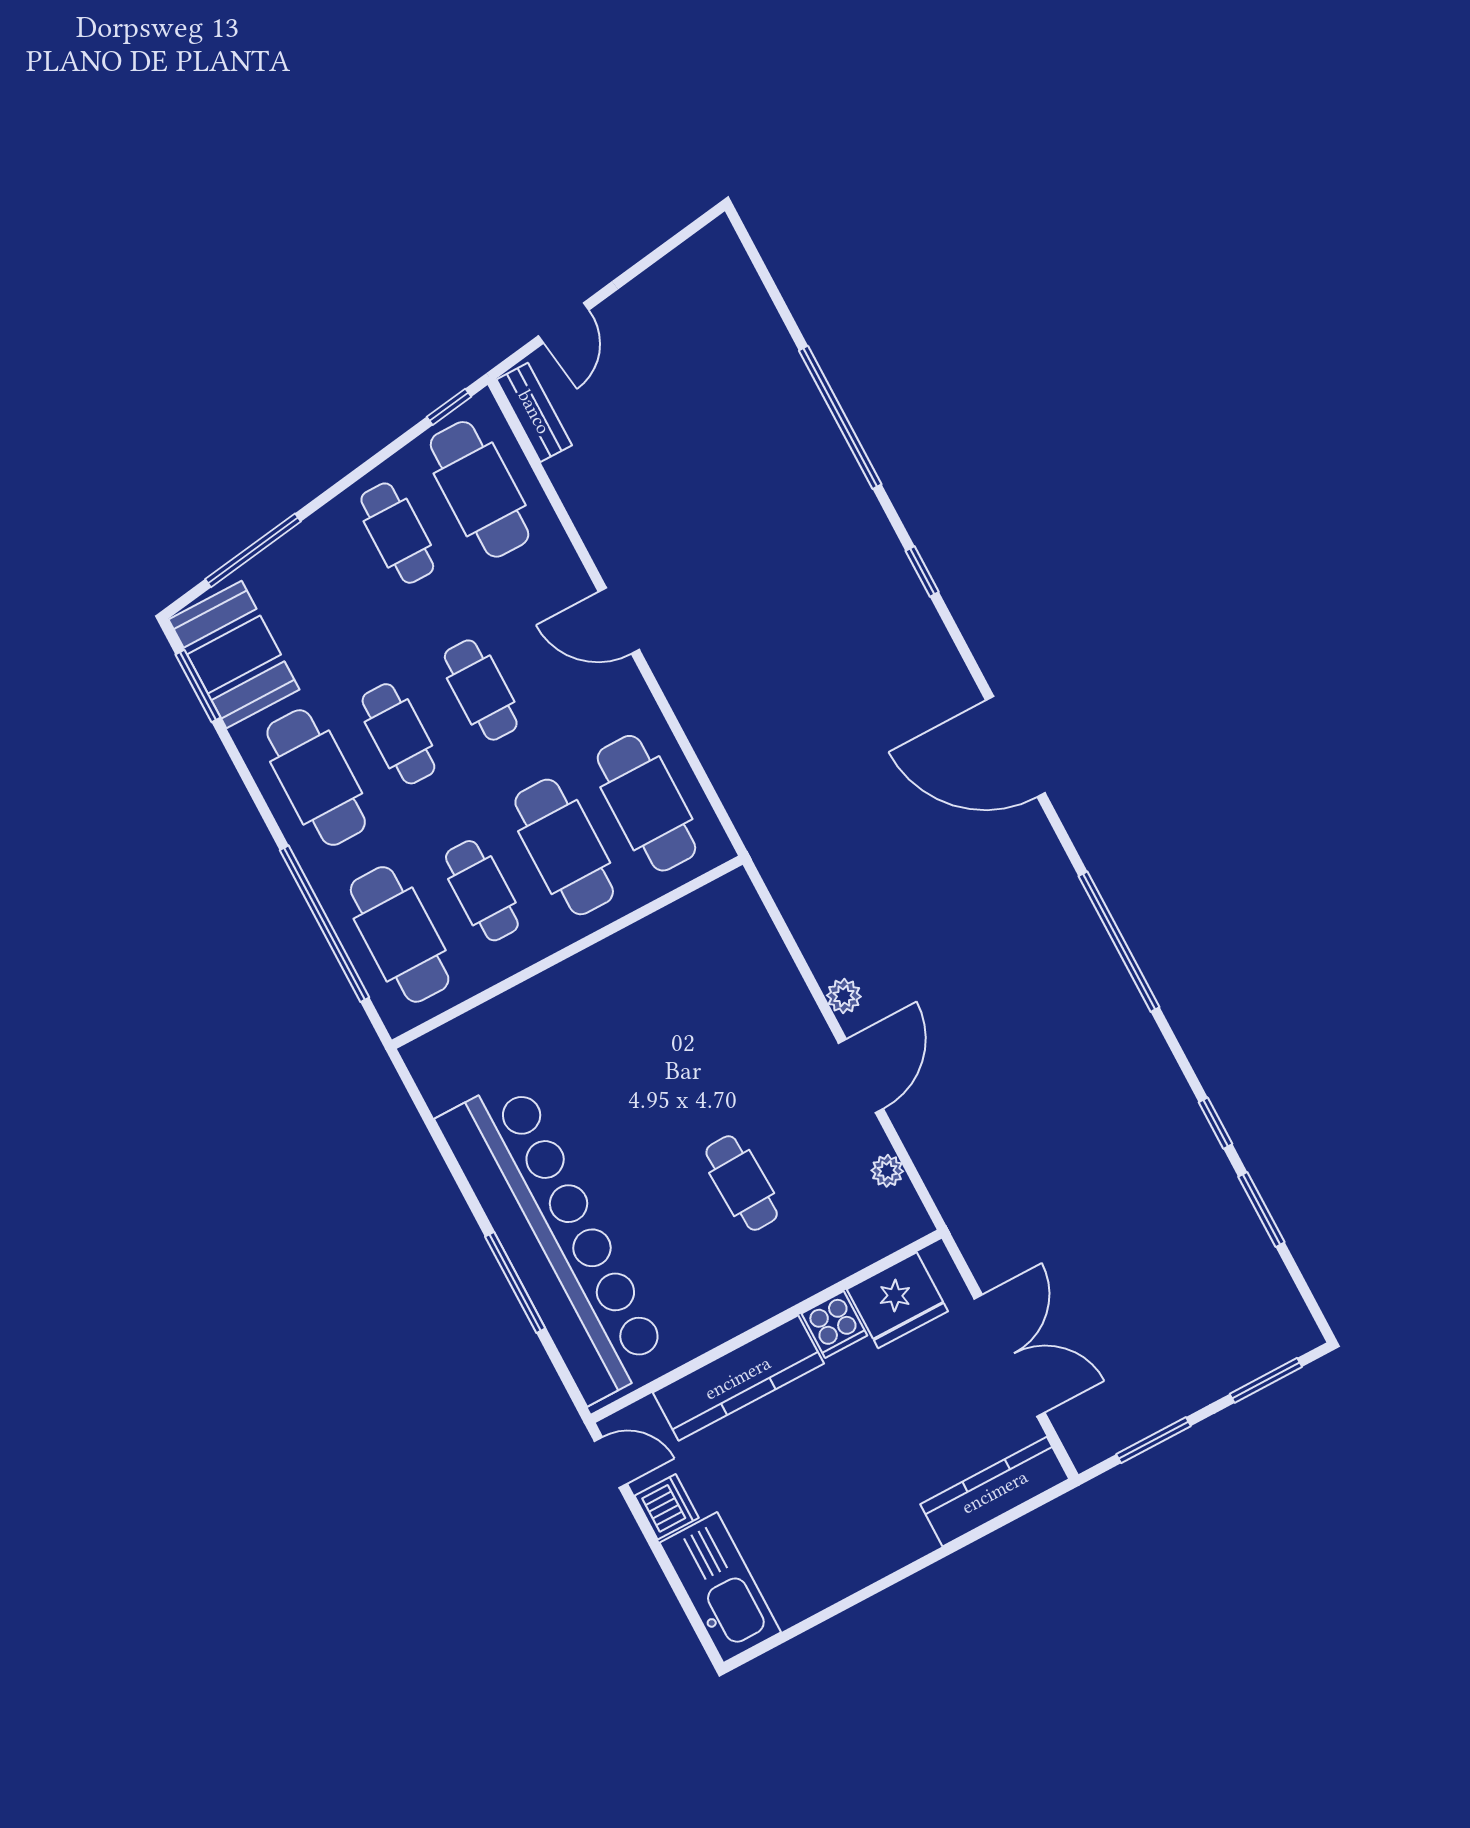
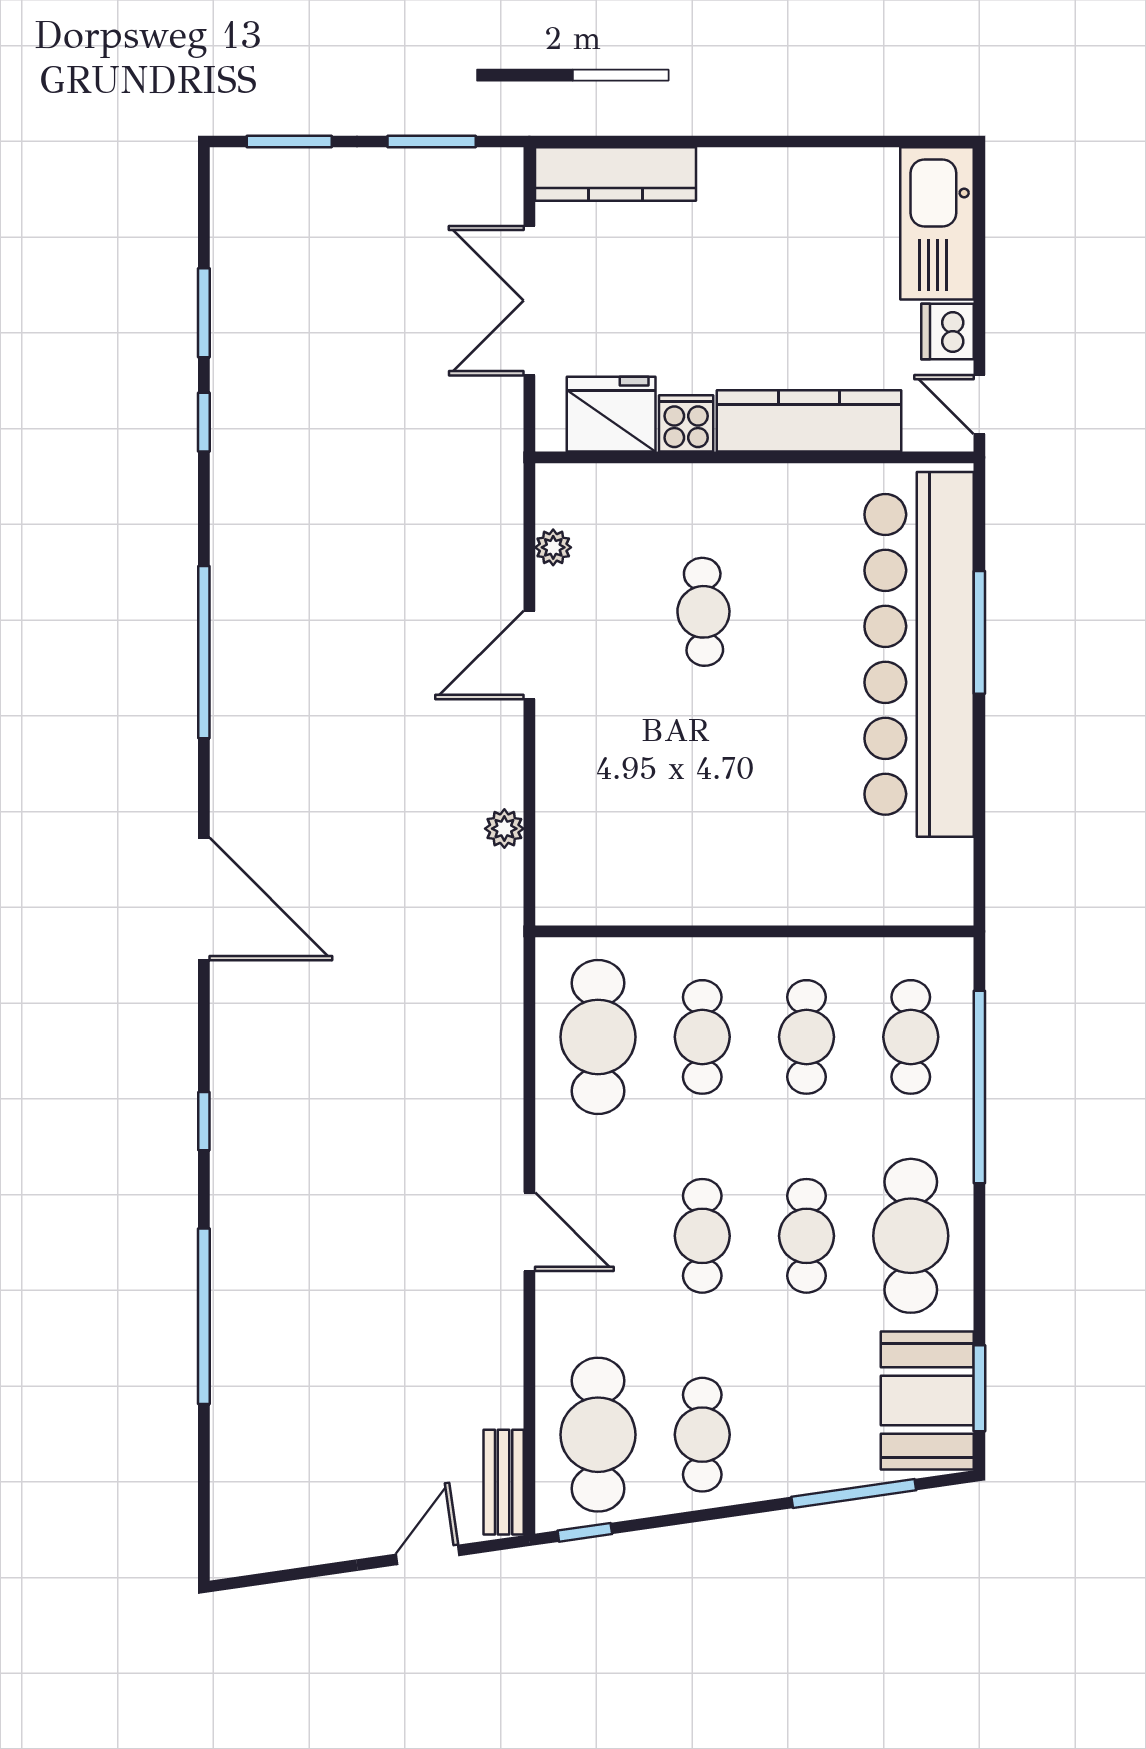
cafe table: (564, 847) -> (702, 1037), width x0.73, depth x0.74
cafe table: (400, 934) -> (911, 1037), width x0.73, depth x0.74
plant: (844, 996) -> (504, 829), moved

